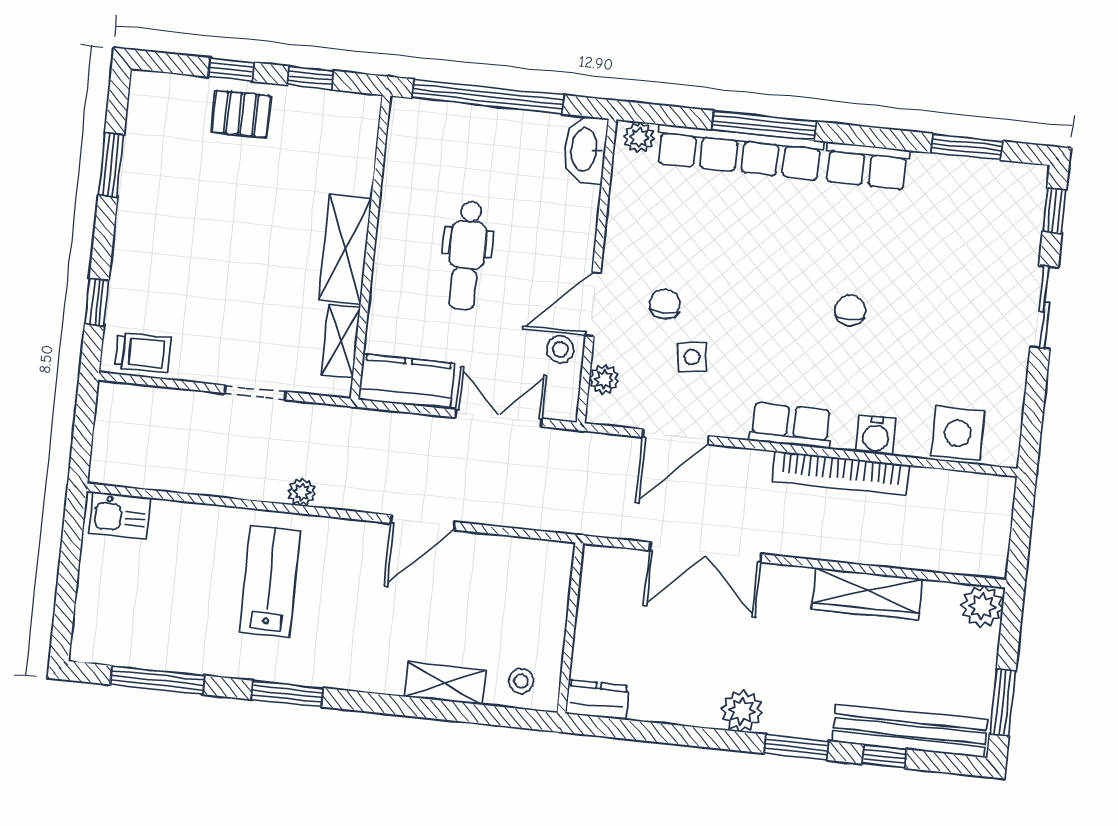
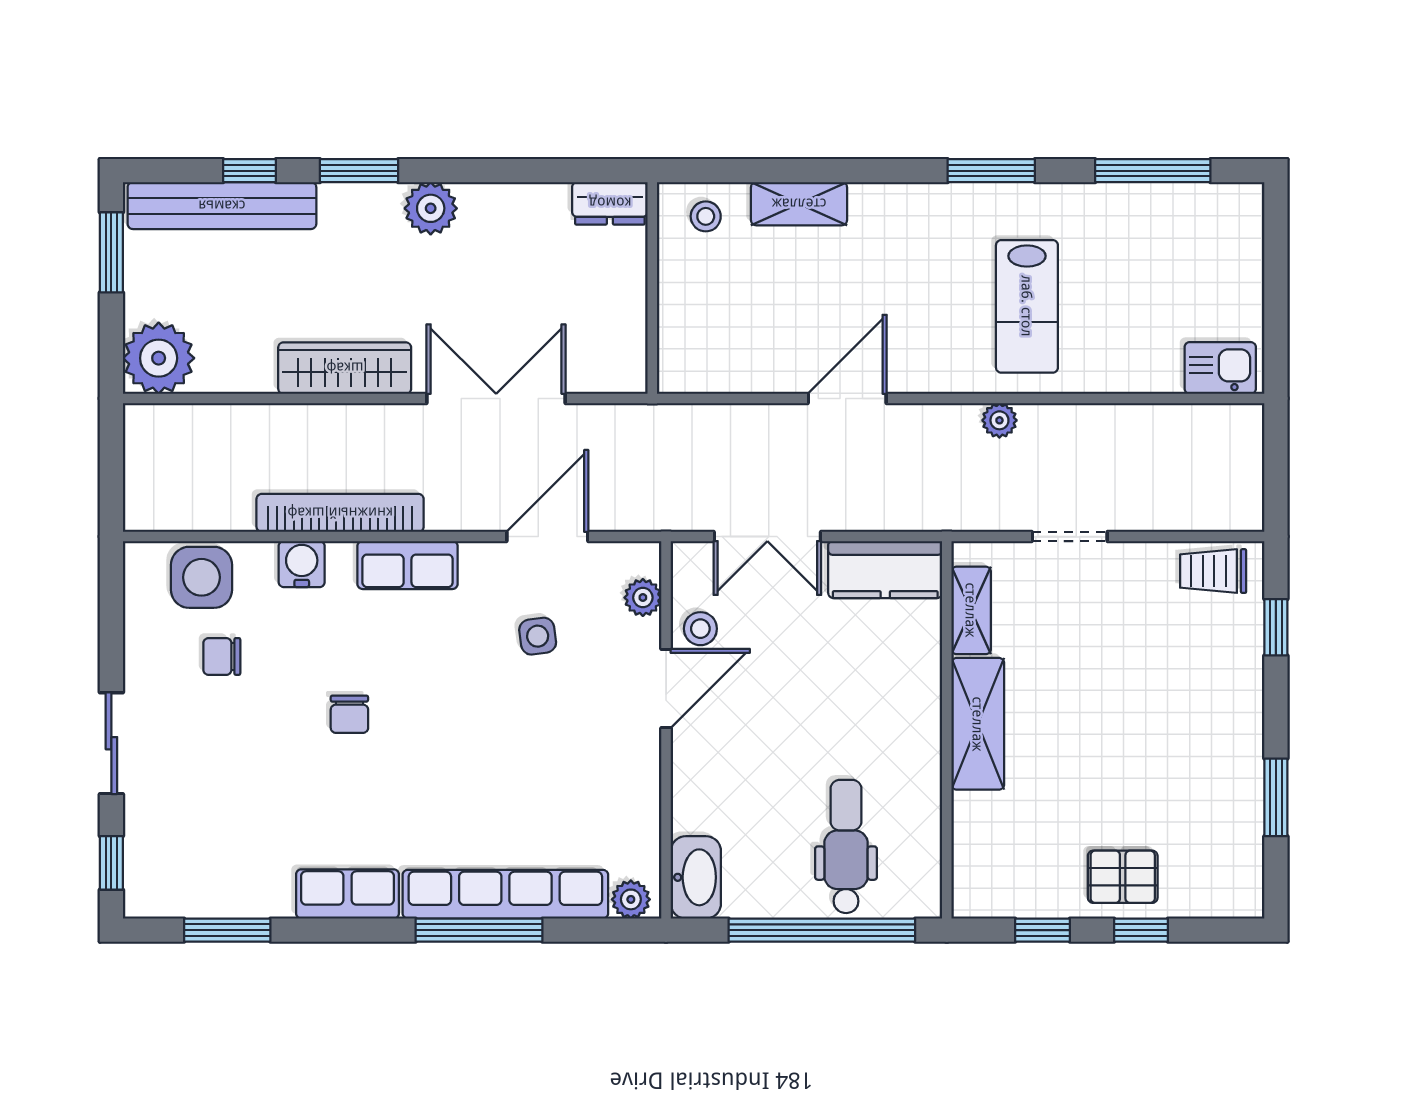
dental chair: (467, 256) -> (846, 846), moved
chair: (665, 304) -> (222, 656), moved, turned 90
wardrobe: (867, 594) -> (345, 368), moved
plant: (982, 606) -> (159, 358), width x1.36, depth x1.36

